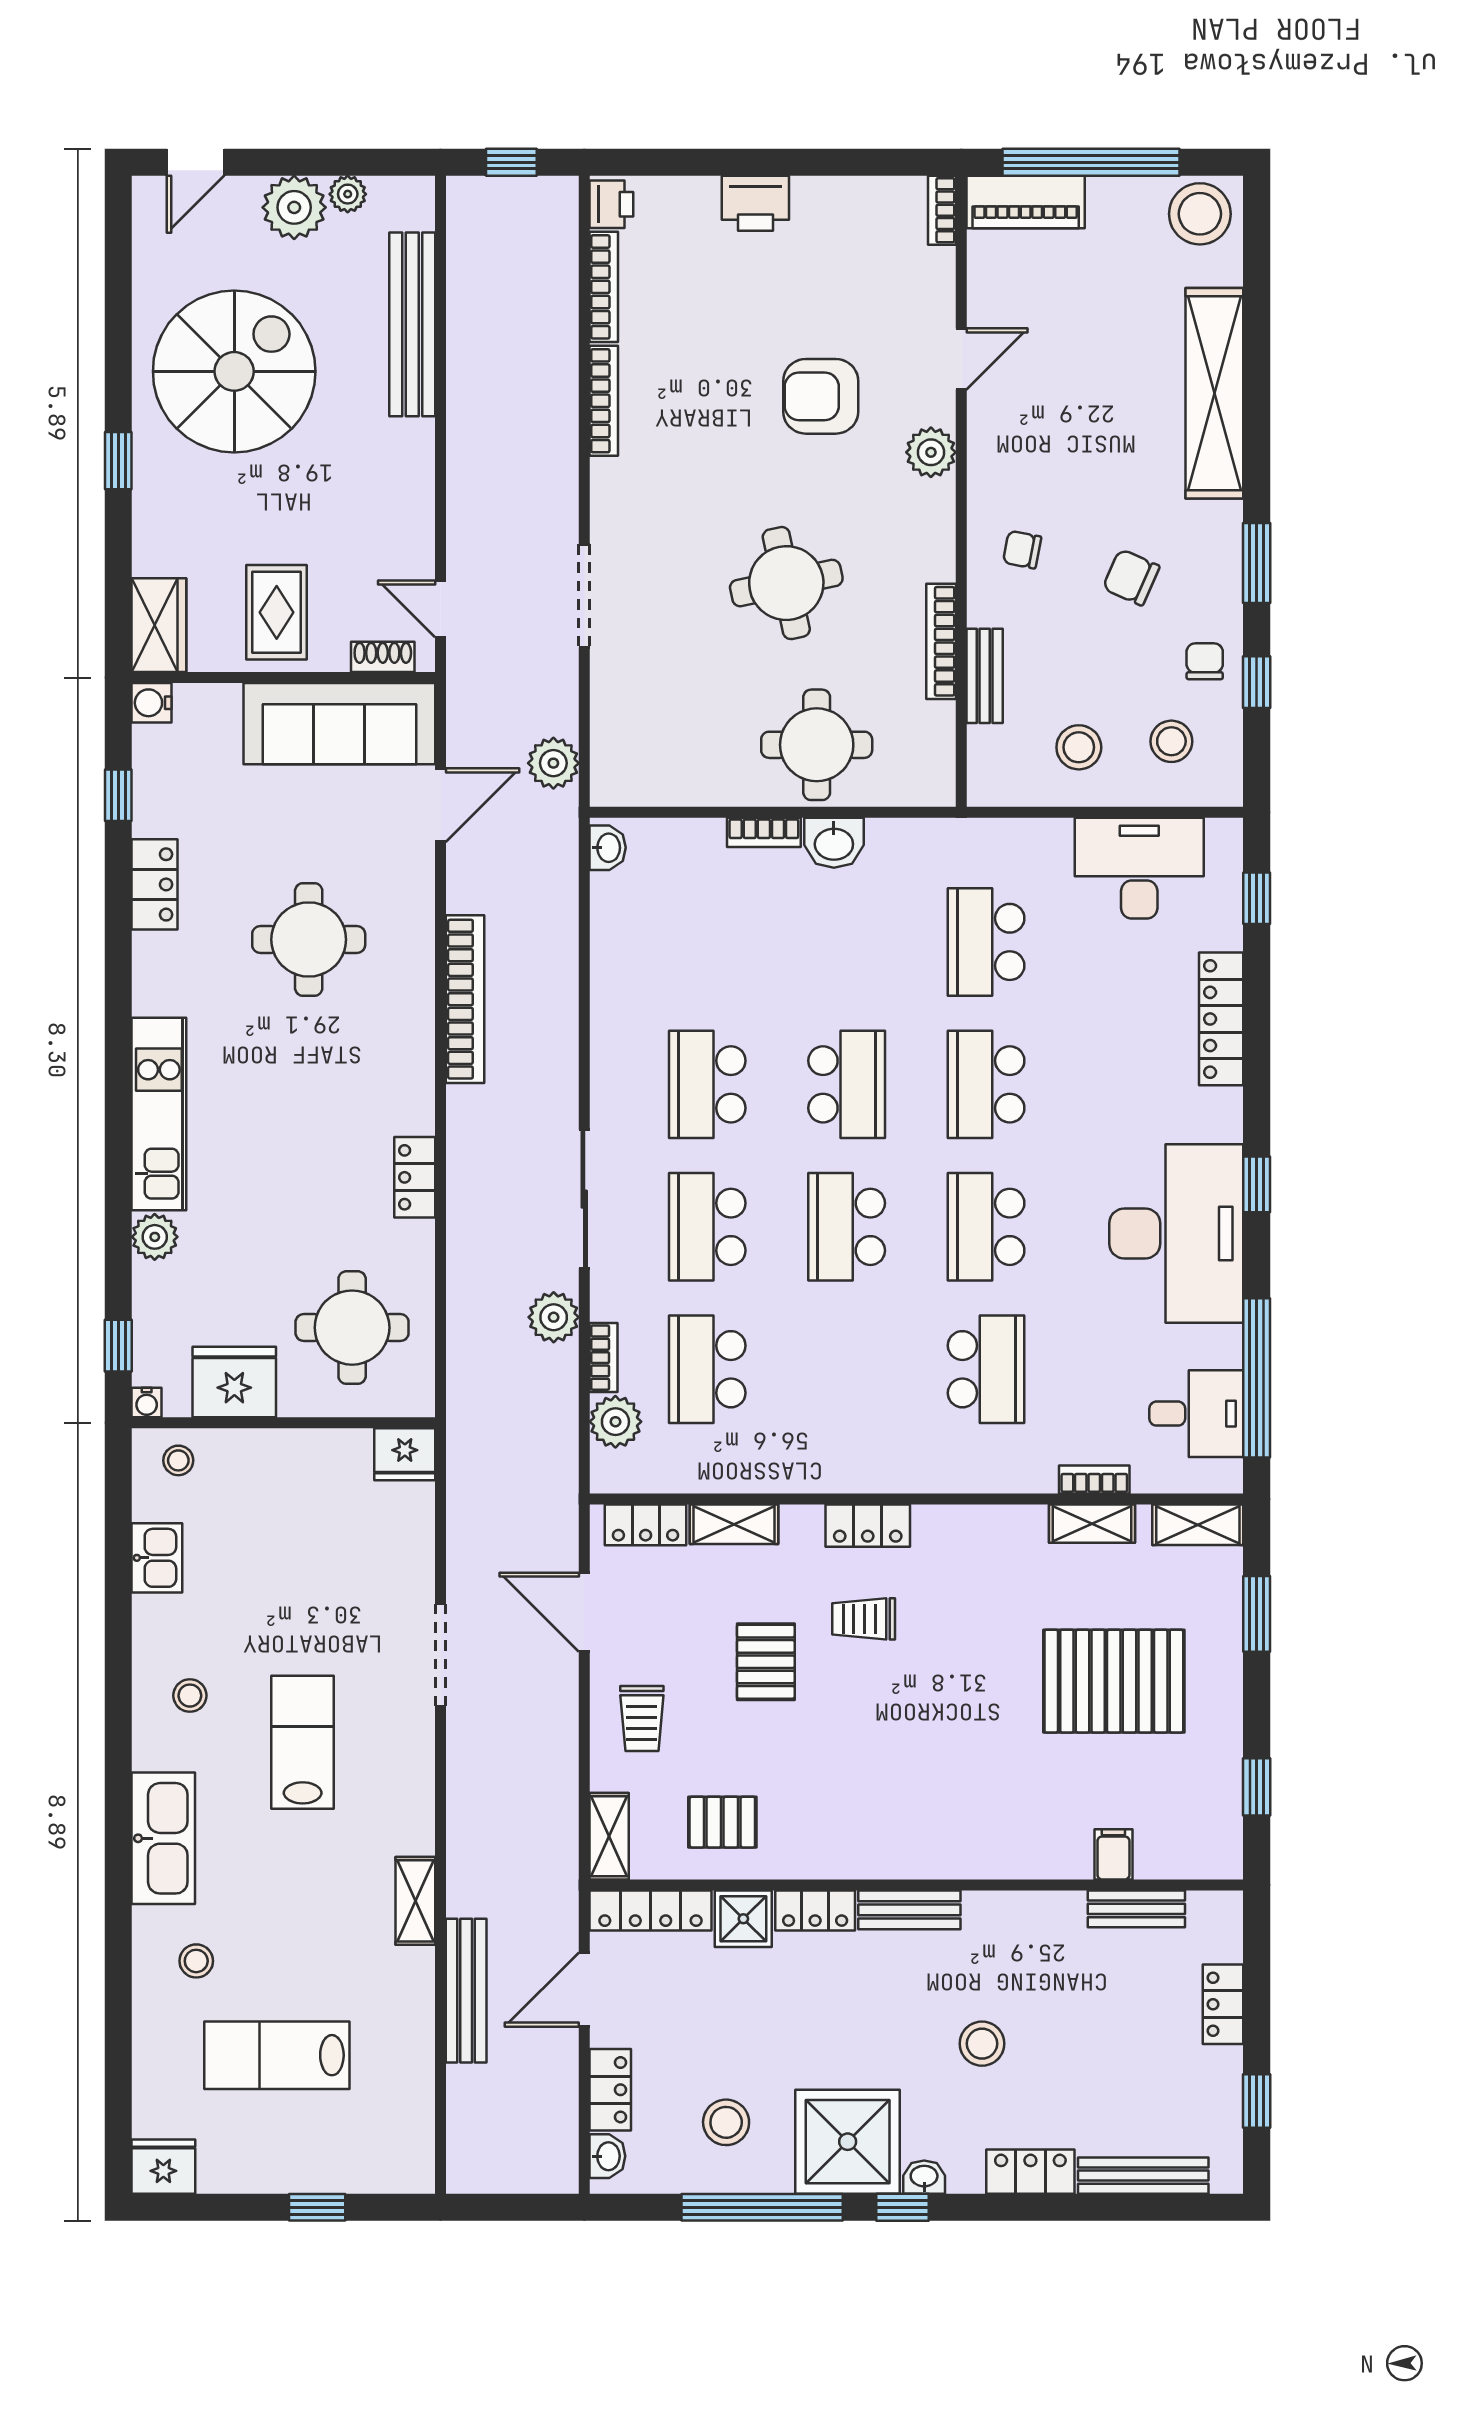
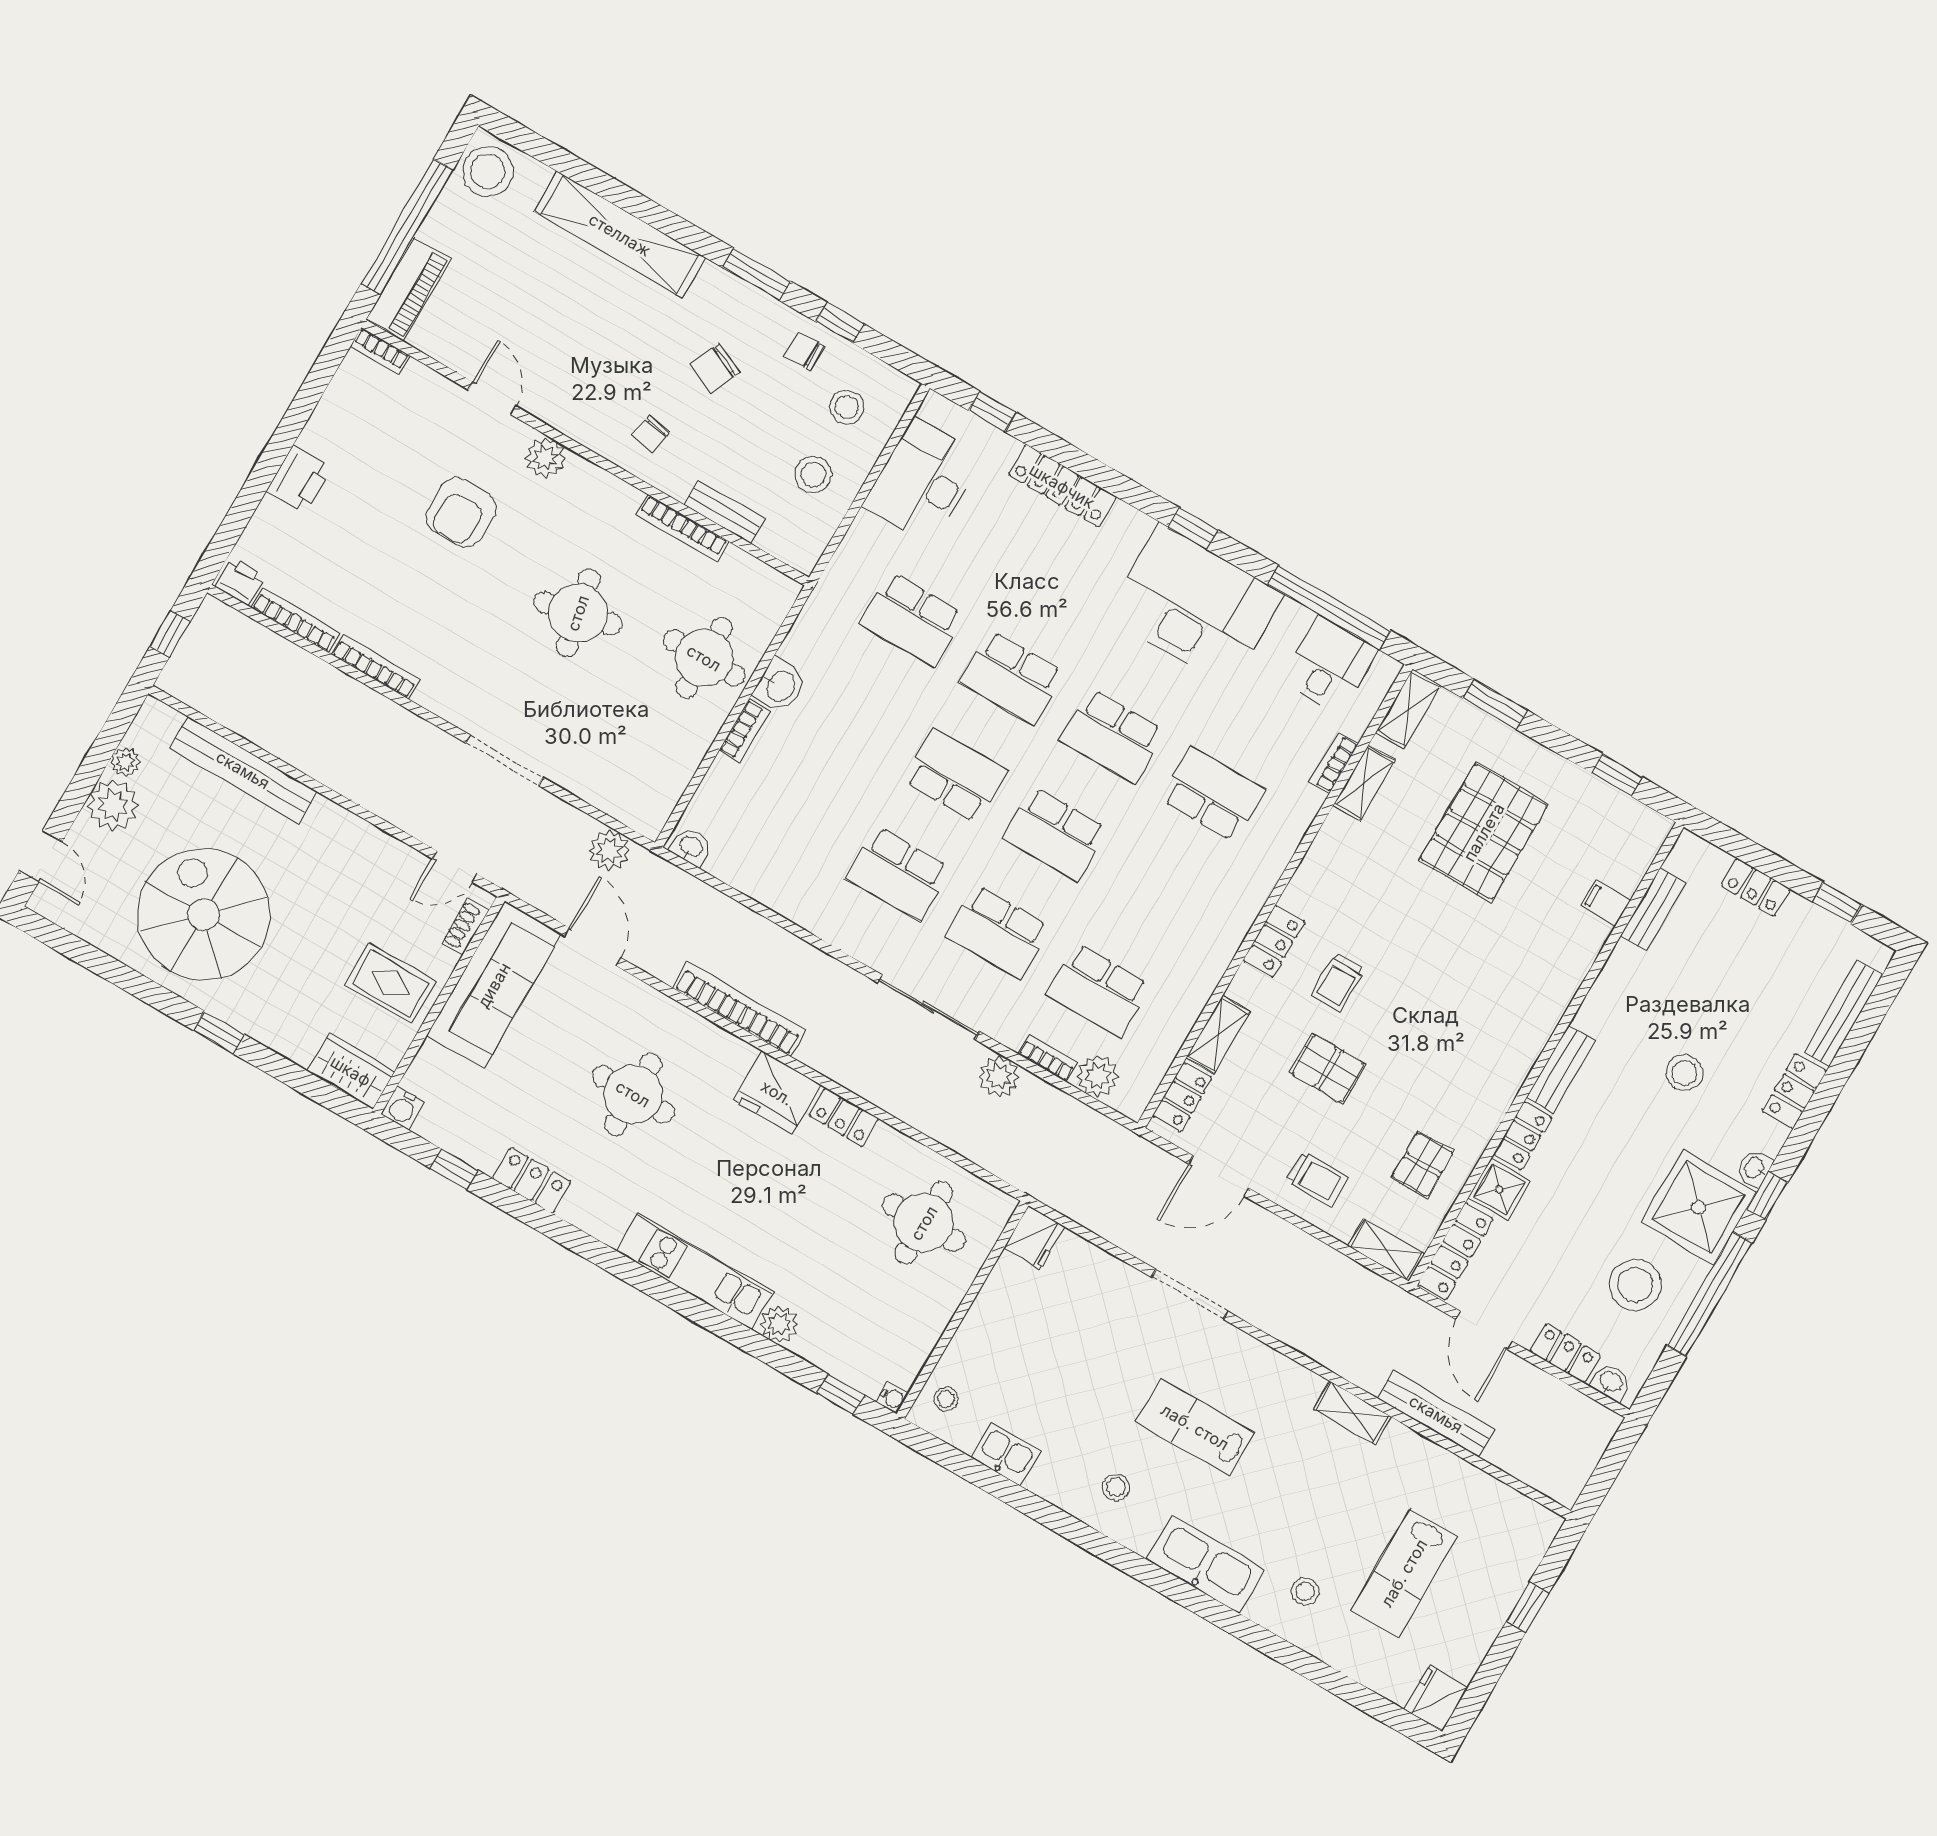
fridge: (234, 1382) -> (777, 1093), moved, turned -90
stool: (726, 2122) -> (1635, 1285), width x1.38, depth x1.38

